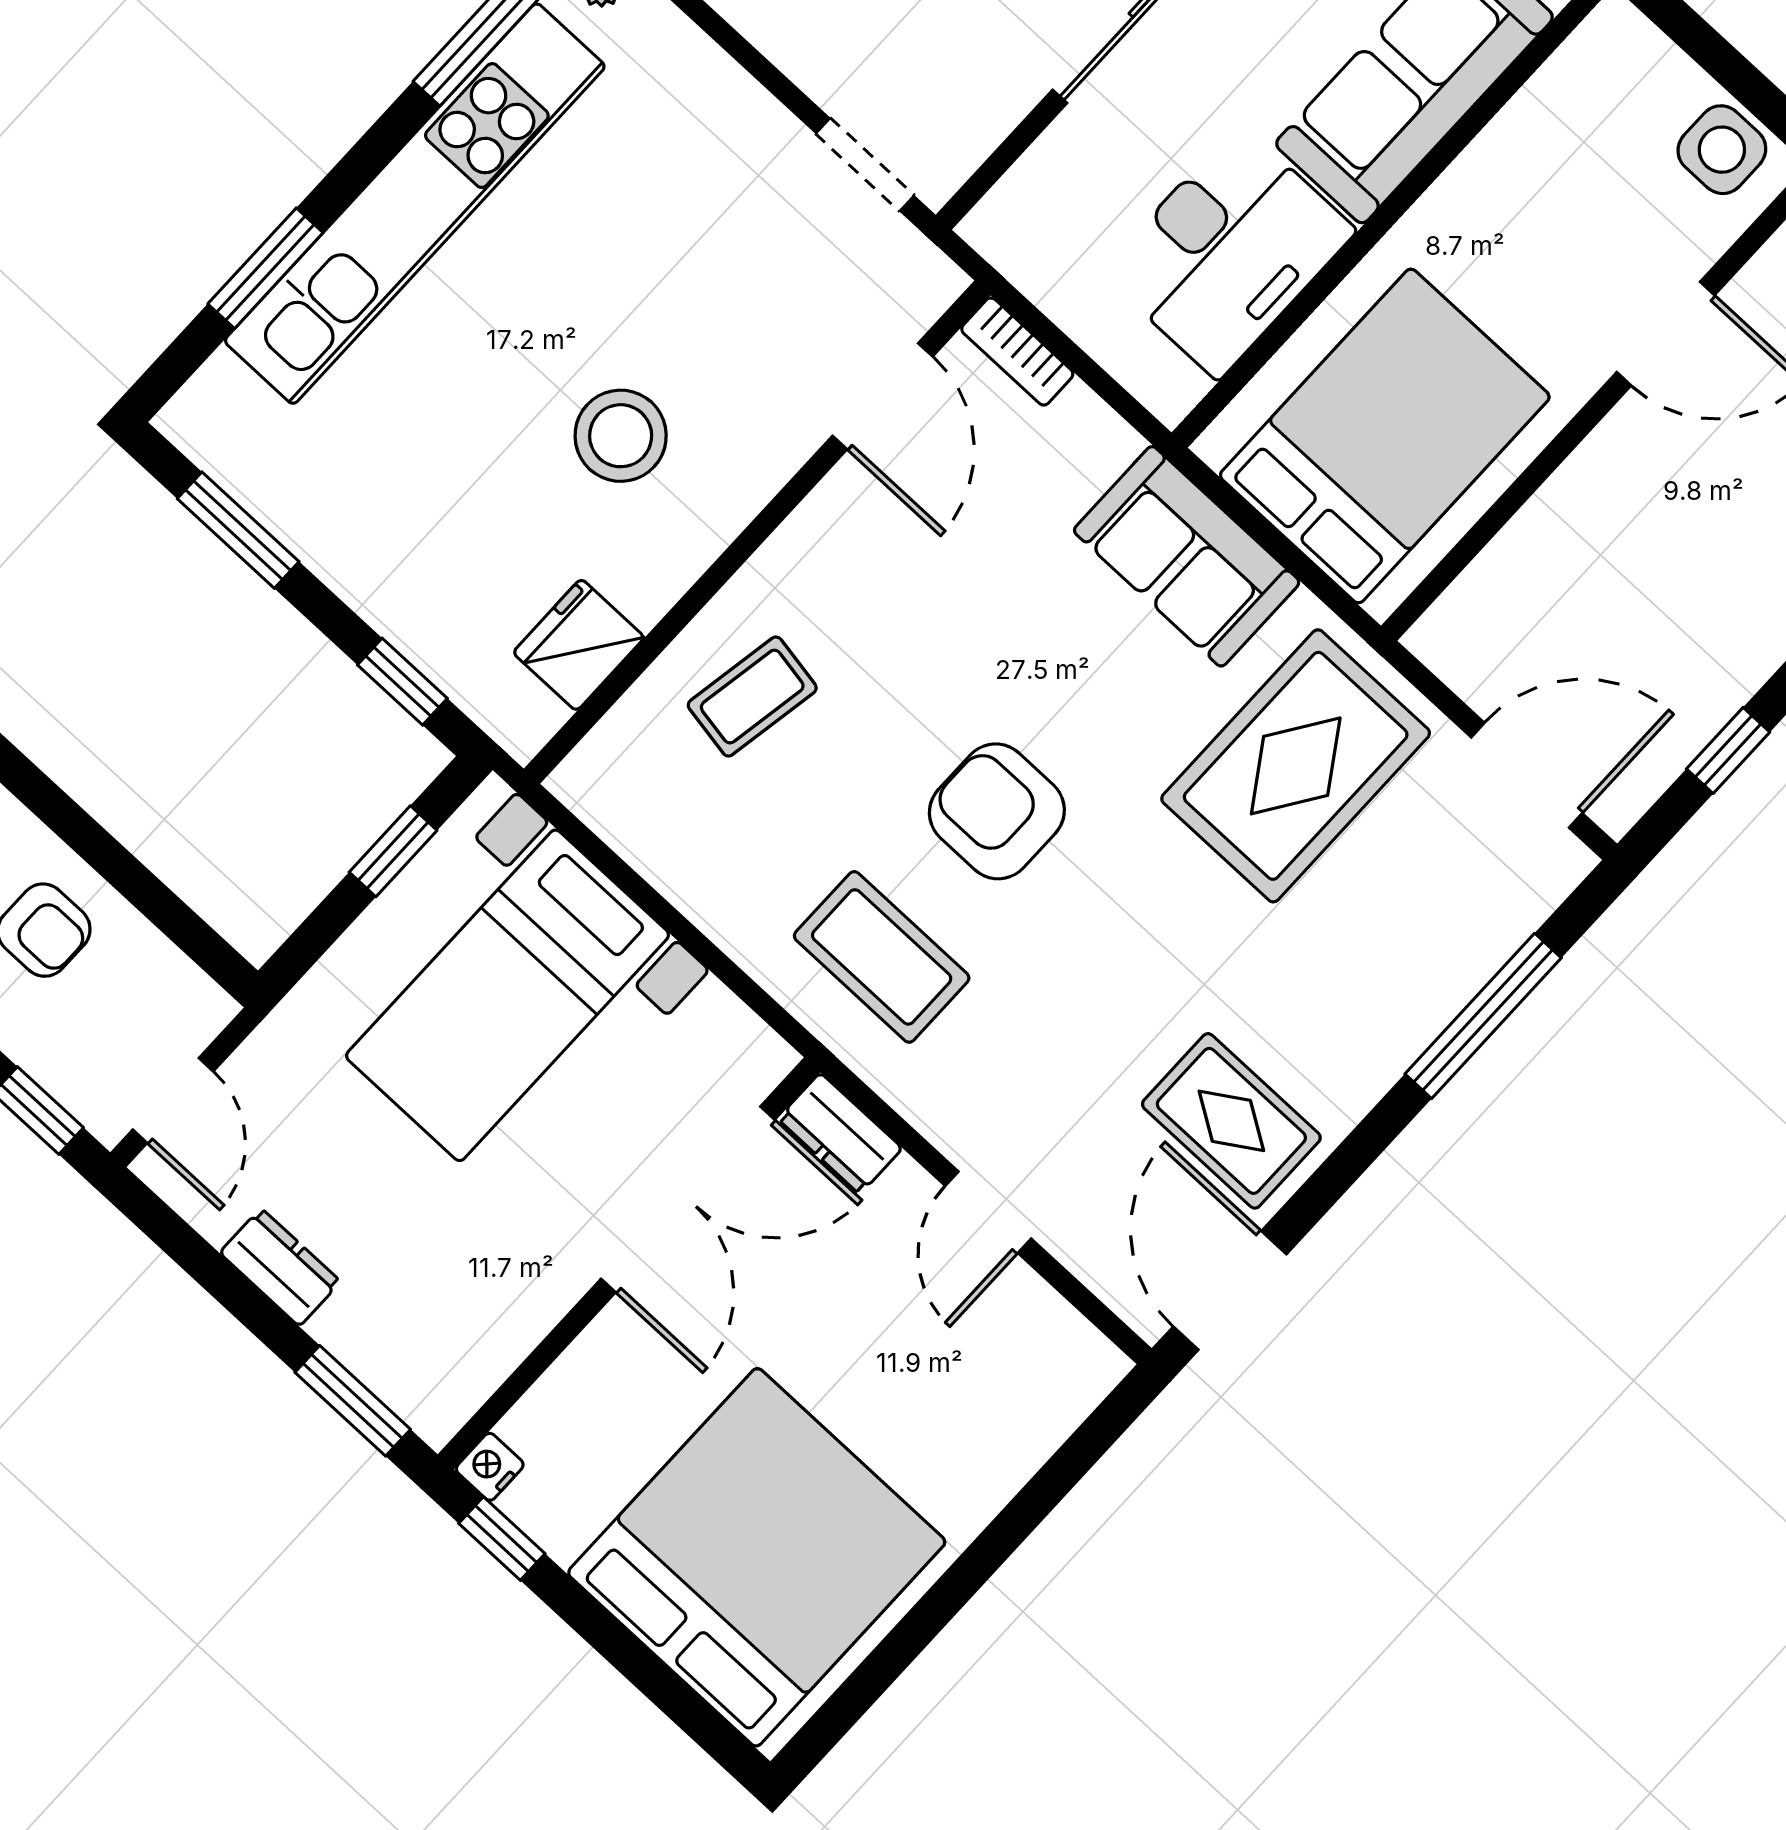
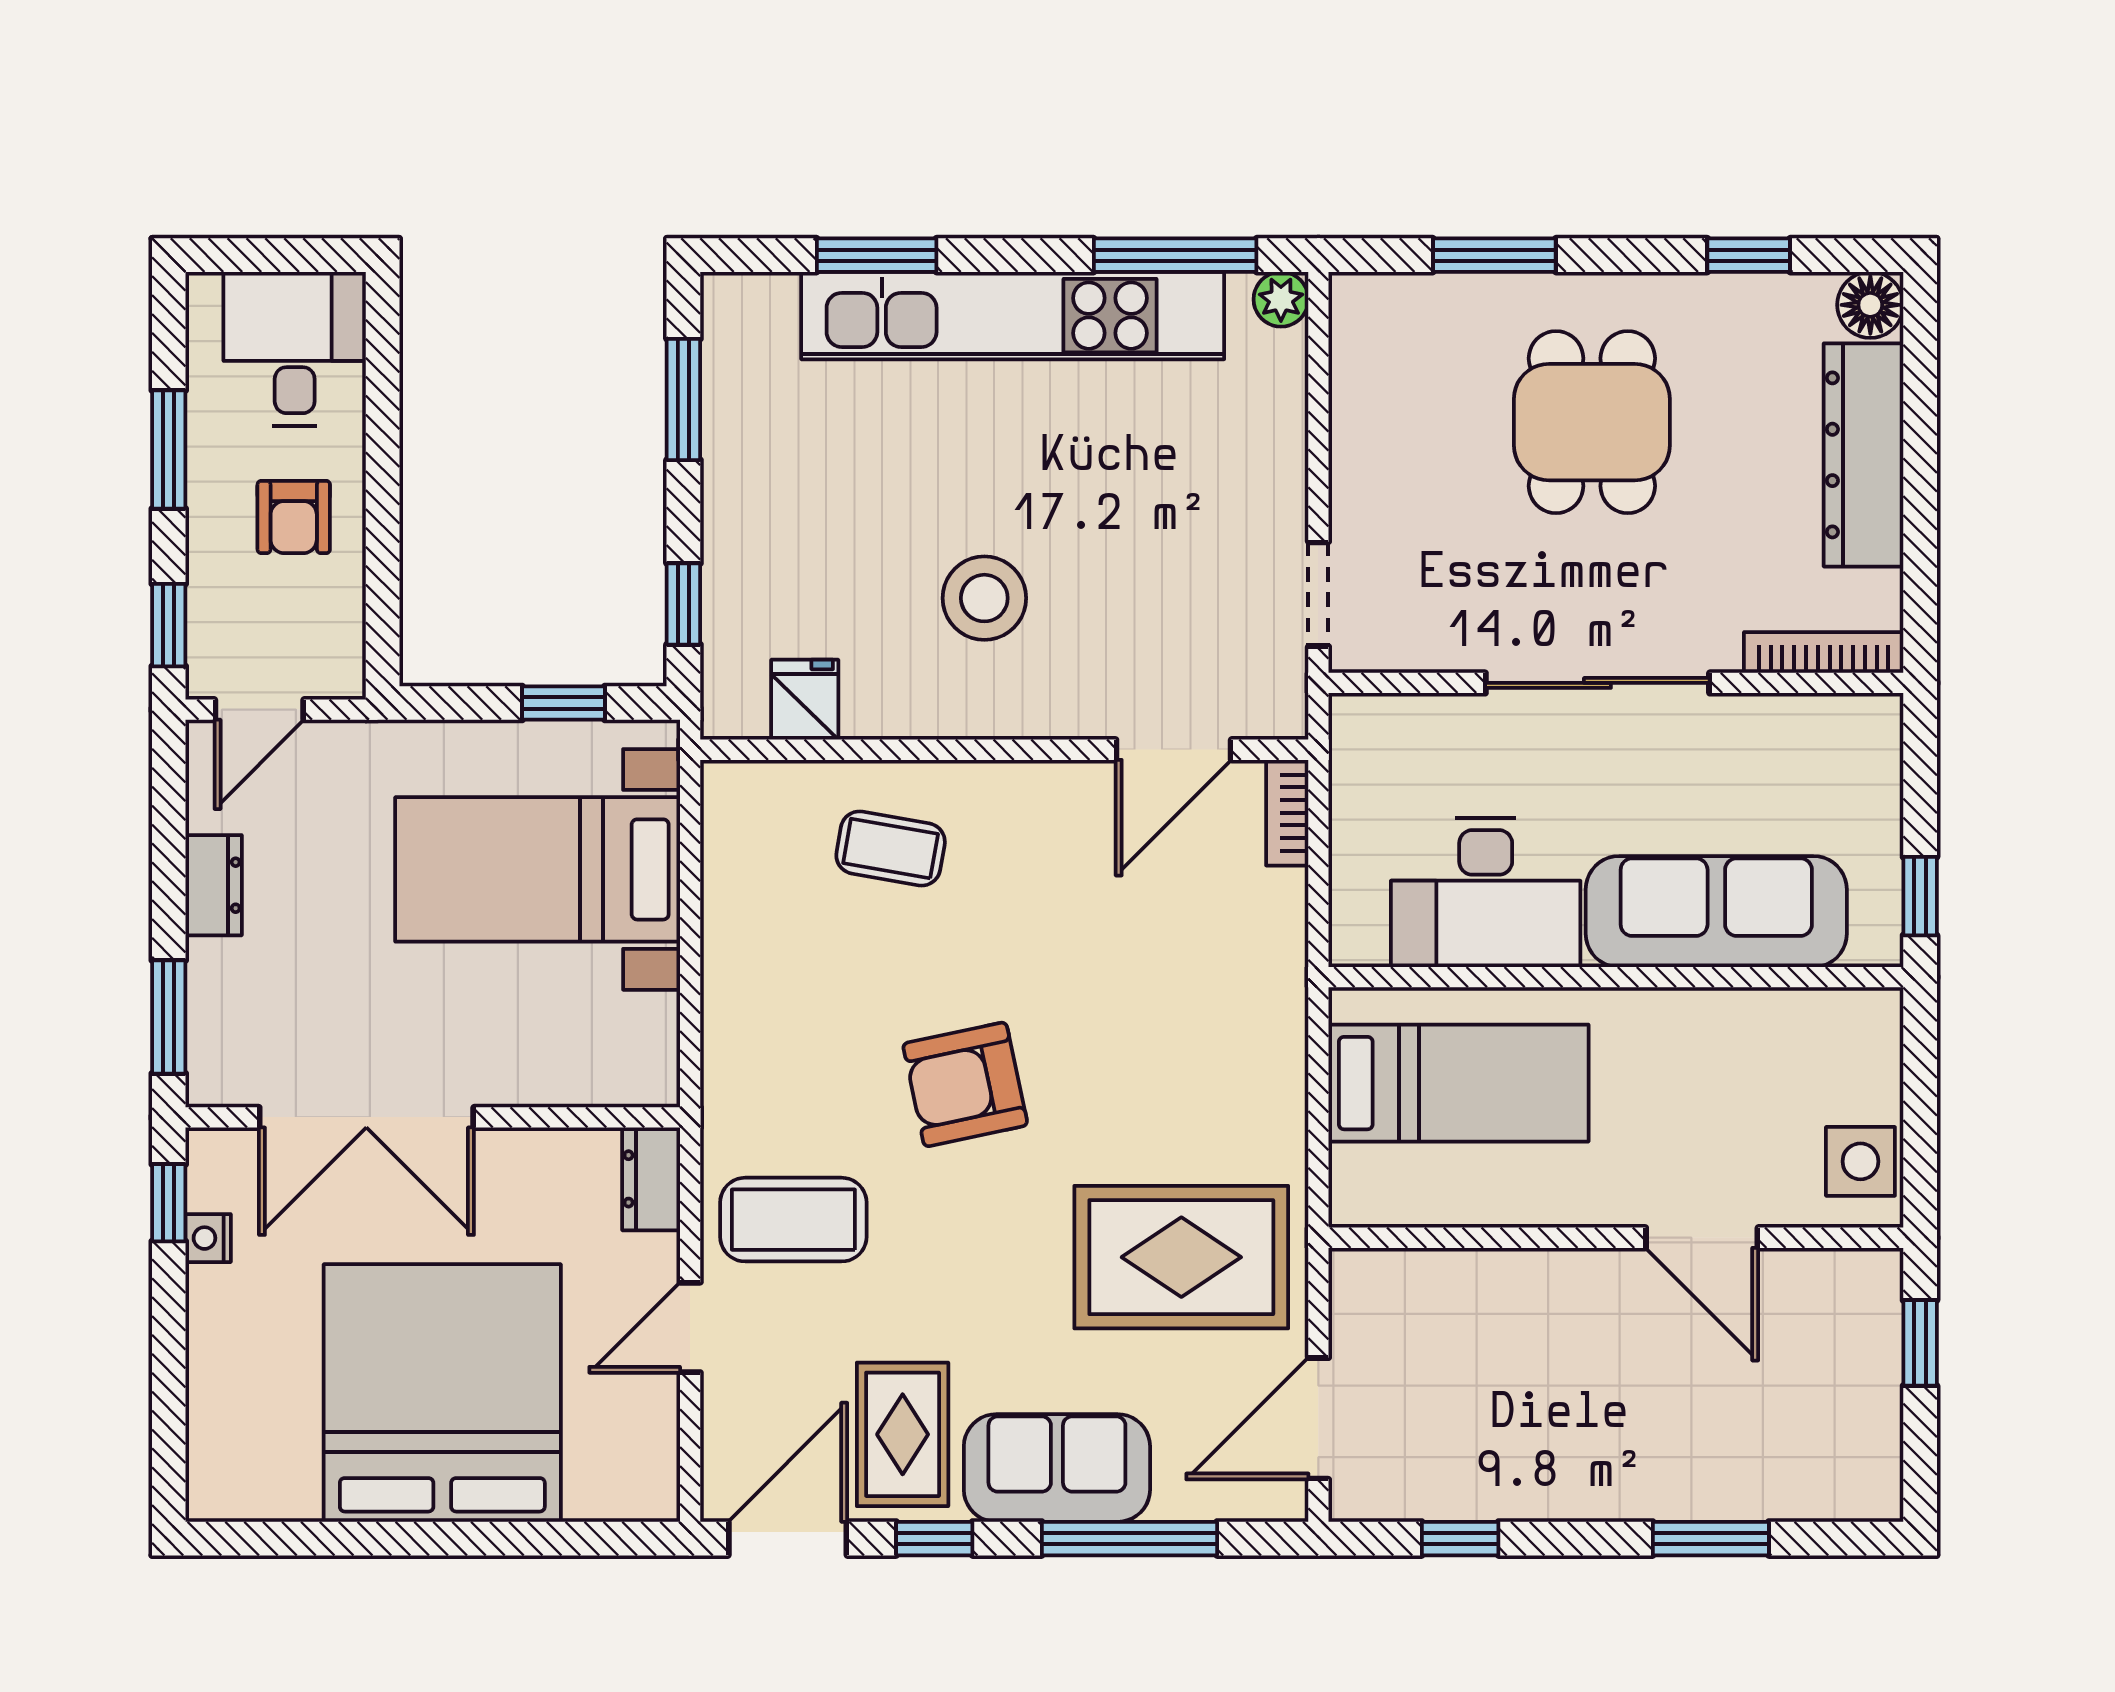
bed: (1385, 436) -> (1459, 1083), width x0.67
sofa: (1187, 556) -> (1057, 1468), moved, turned 90
fridge: (579, 645) -> (805, 700), width x0.72
door: (1527, 775) -> (1318, 1418), swing flipped
armchair: (997, 811) -> (965, 1084), turned -102
coffee table: (882, 957) -> (793, 1220), moved, turned 90
window: (1339, 1173) -> (934, 1539), added
double door: (688, 1199) -> (366, 1117), moved
nightstand: (490, 1467) -> (208, 1238), moved, turned -90
bed: (757, 1557) -> (442, 1393), moved, turned -90

